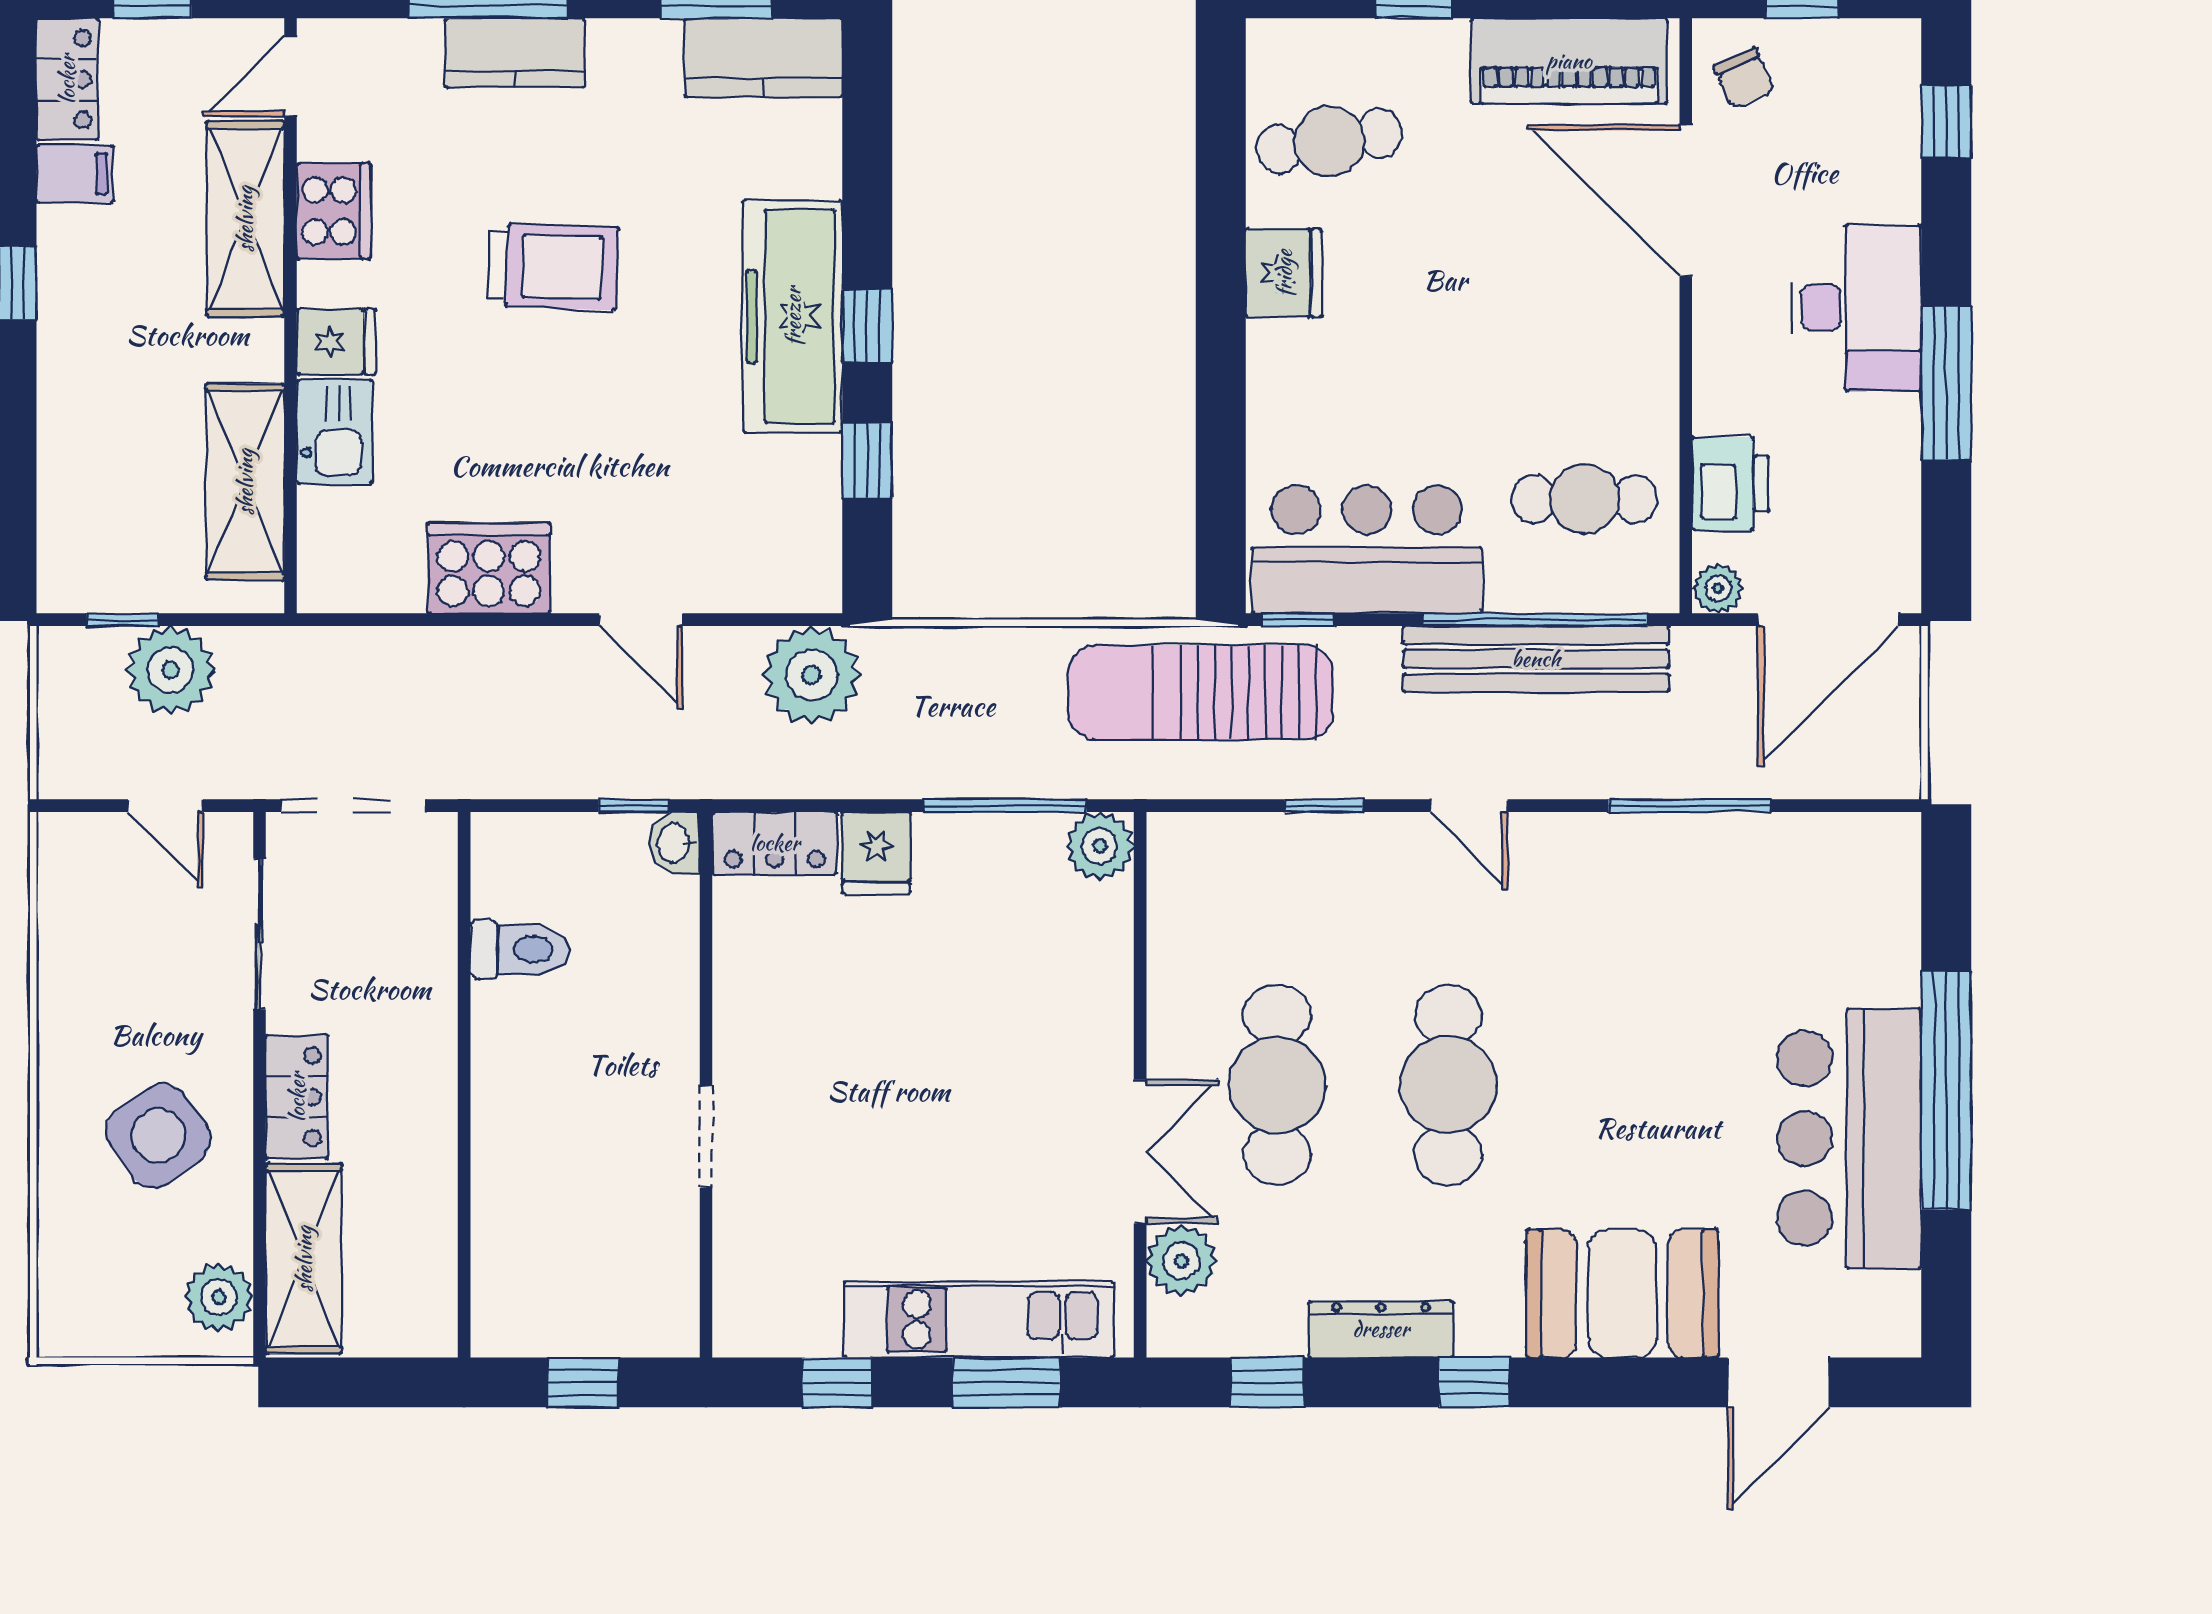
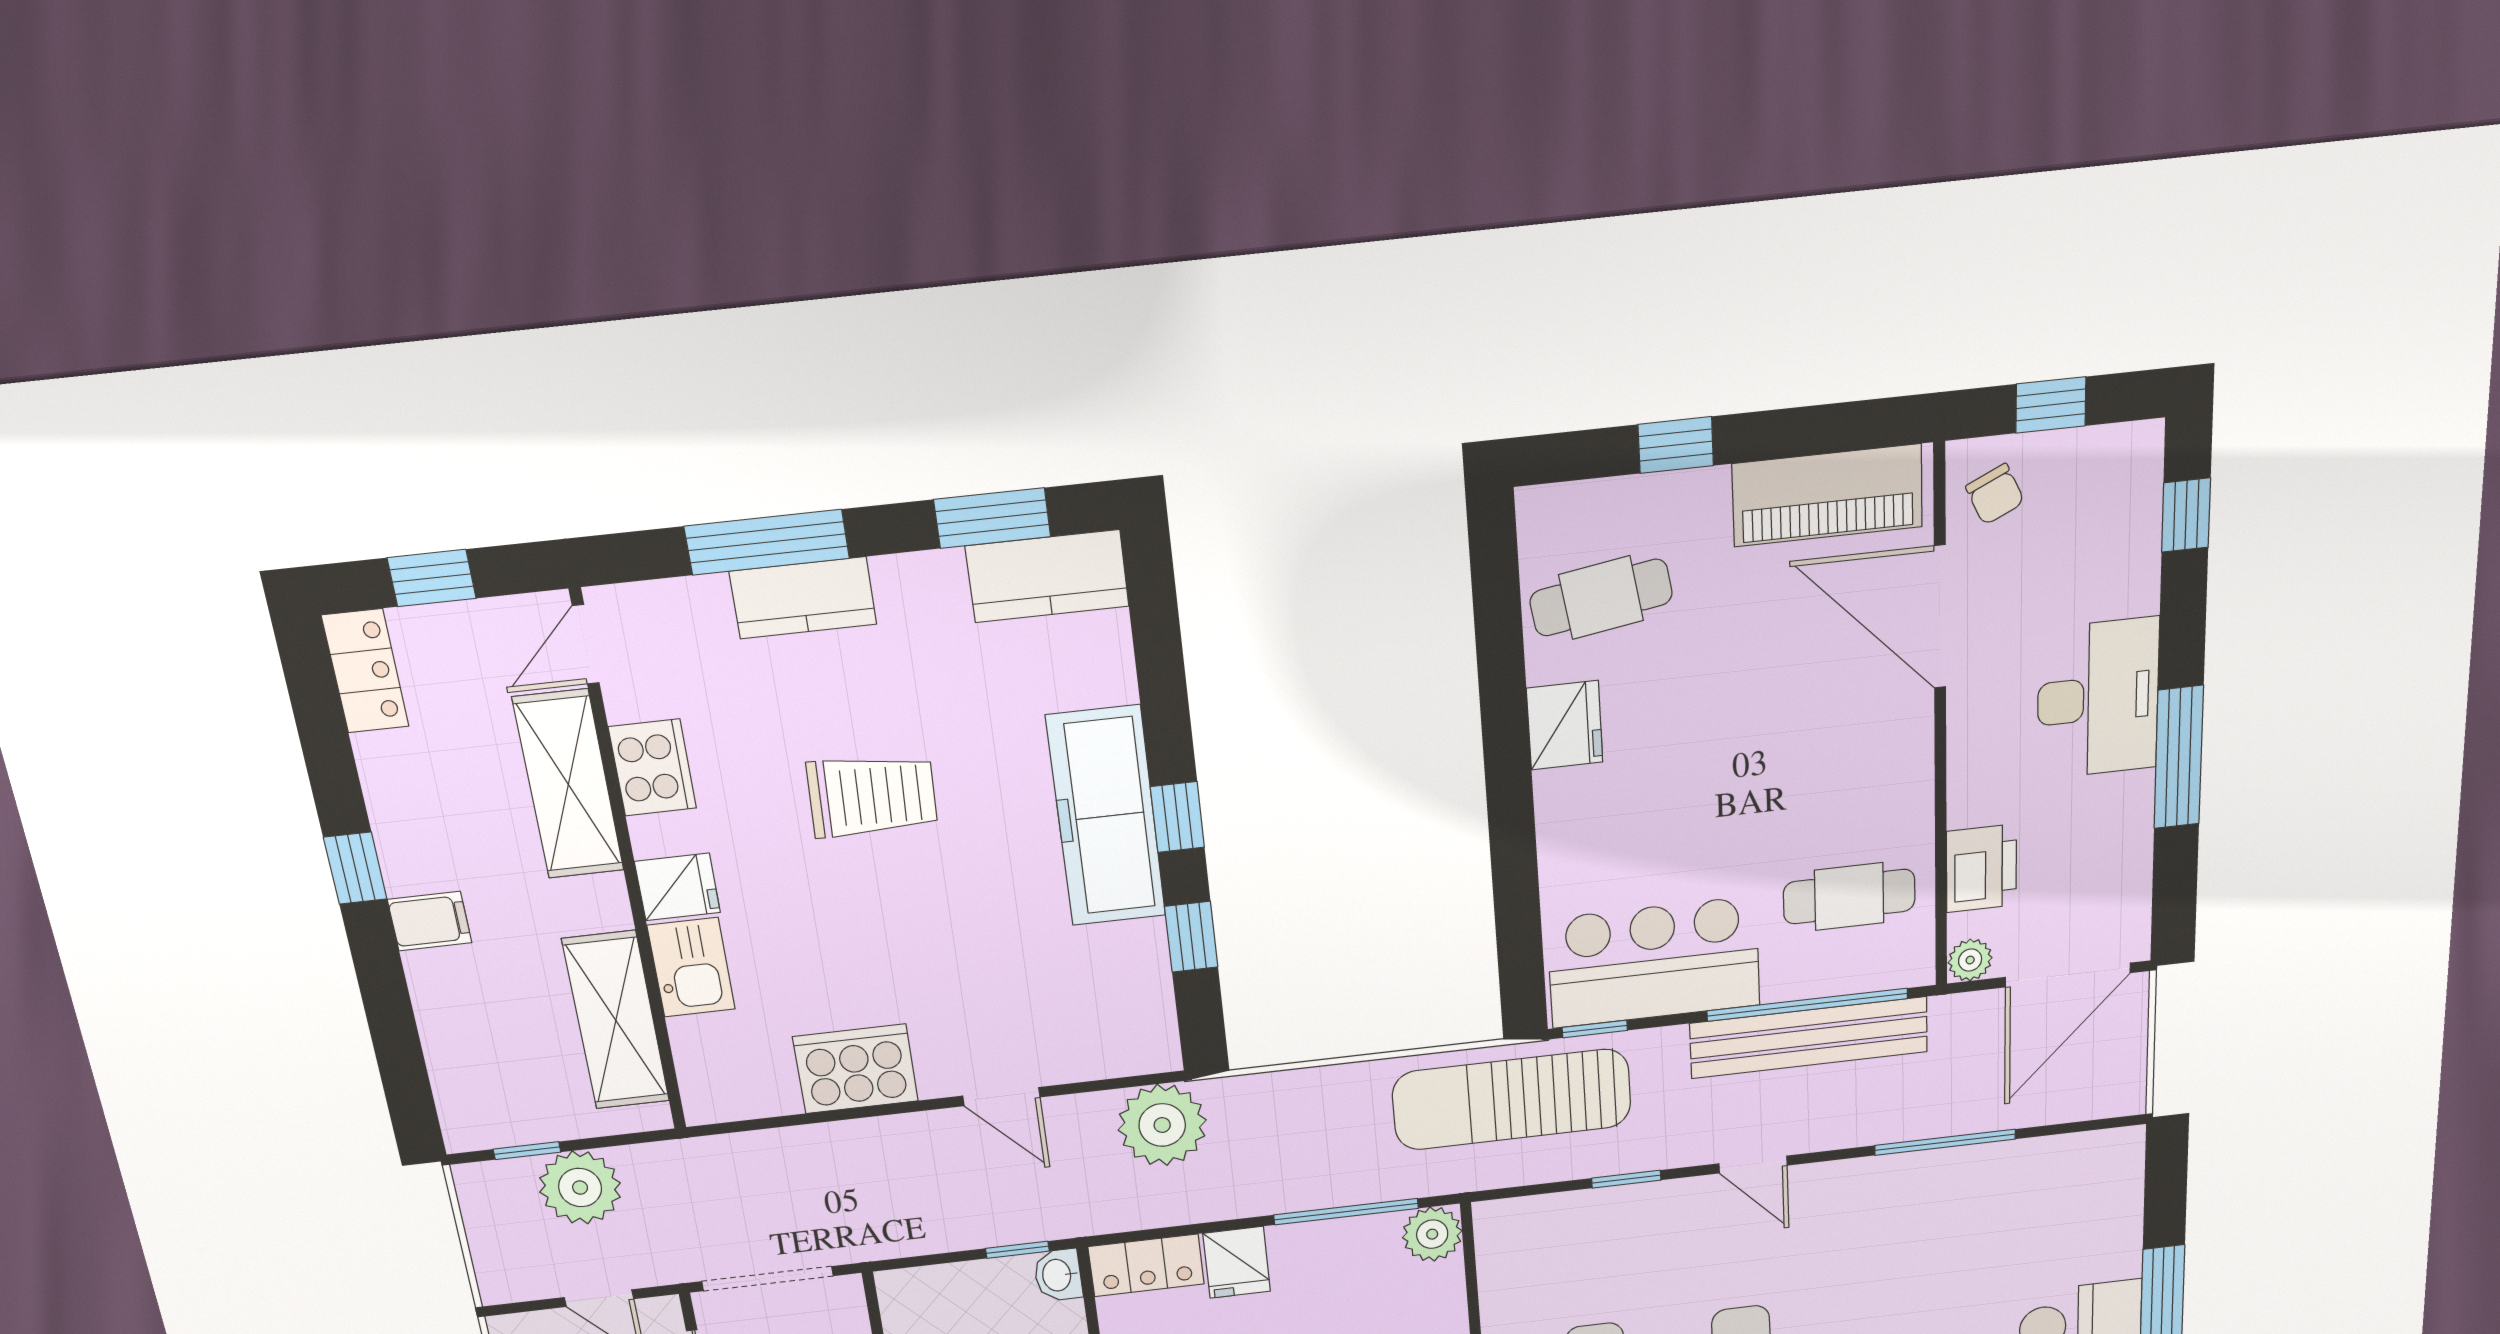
filing cabinet: (75, 174) -> (430, 921), moved

